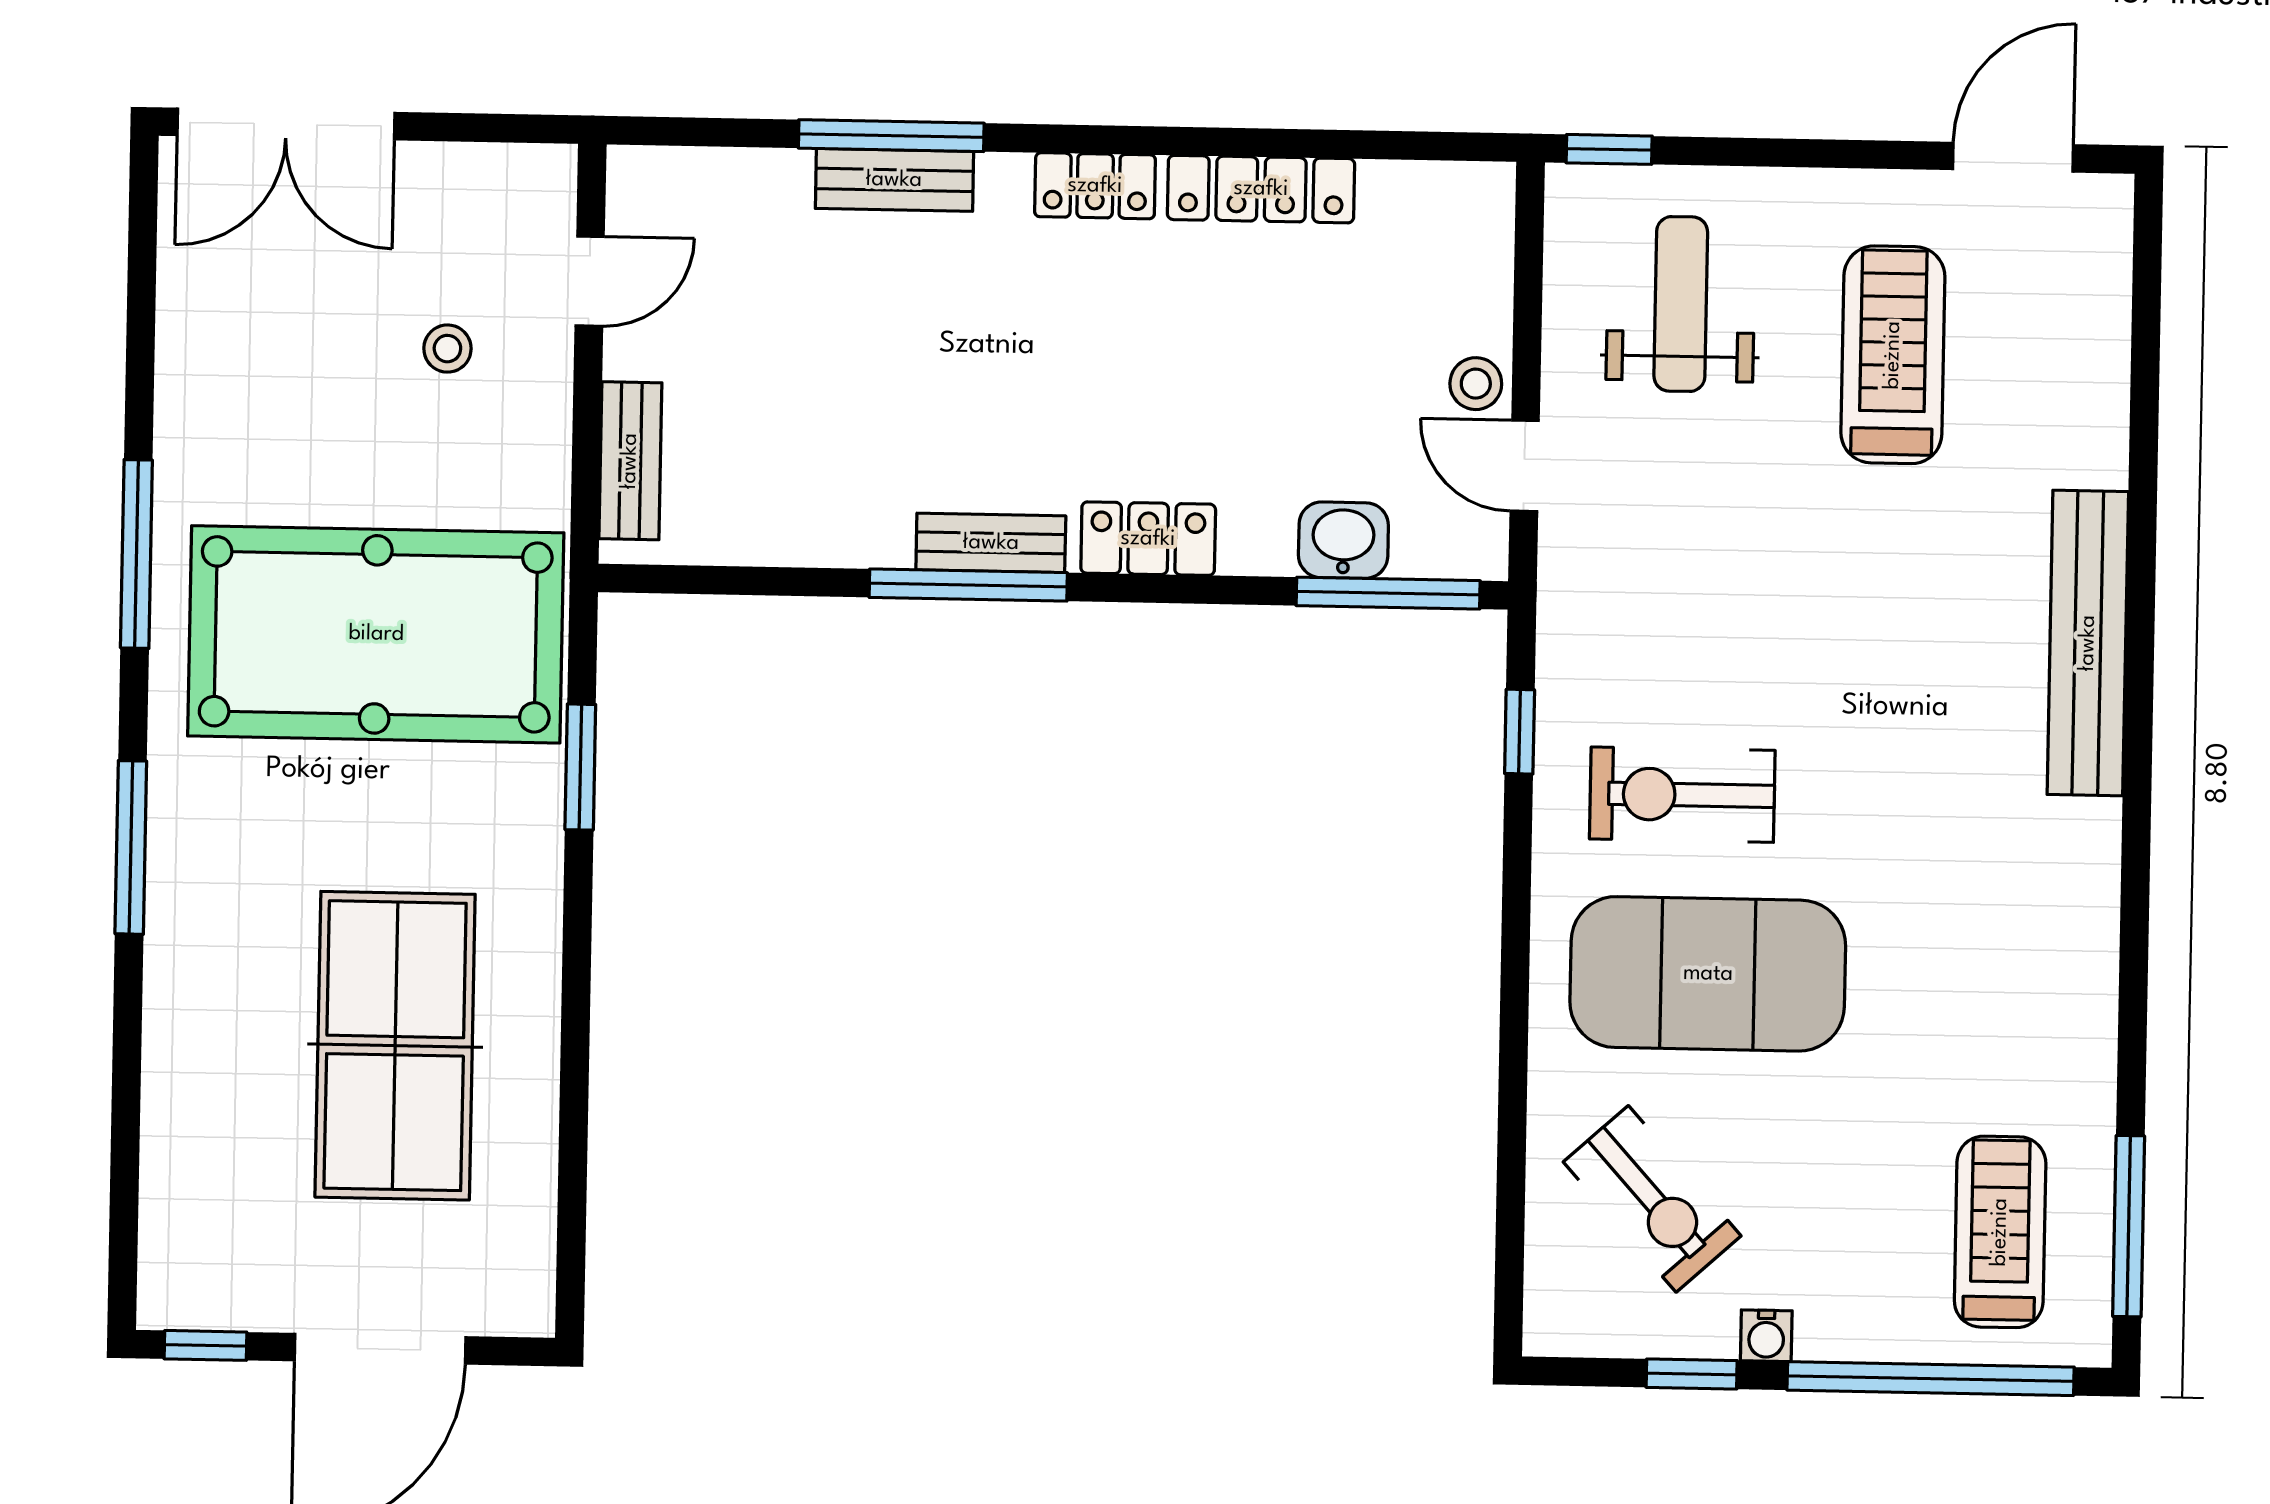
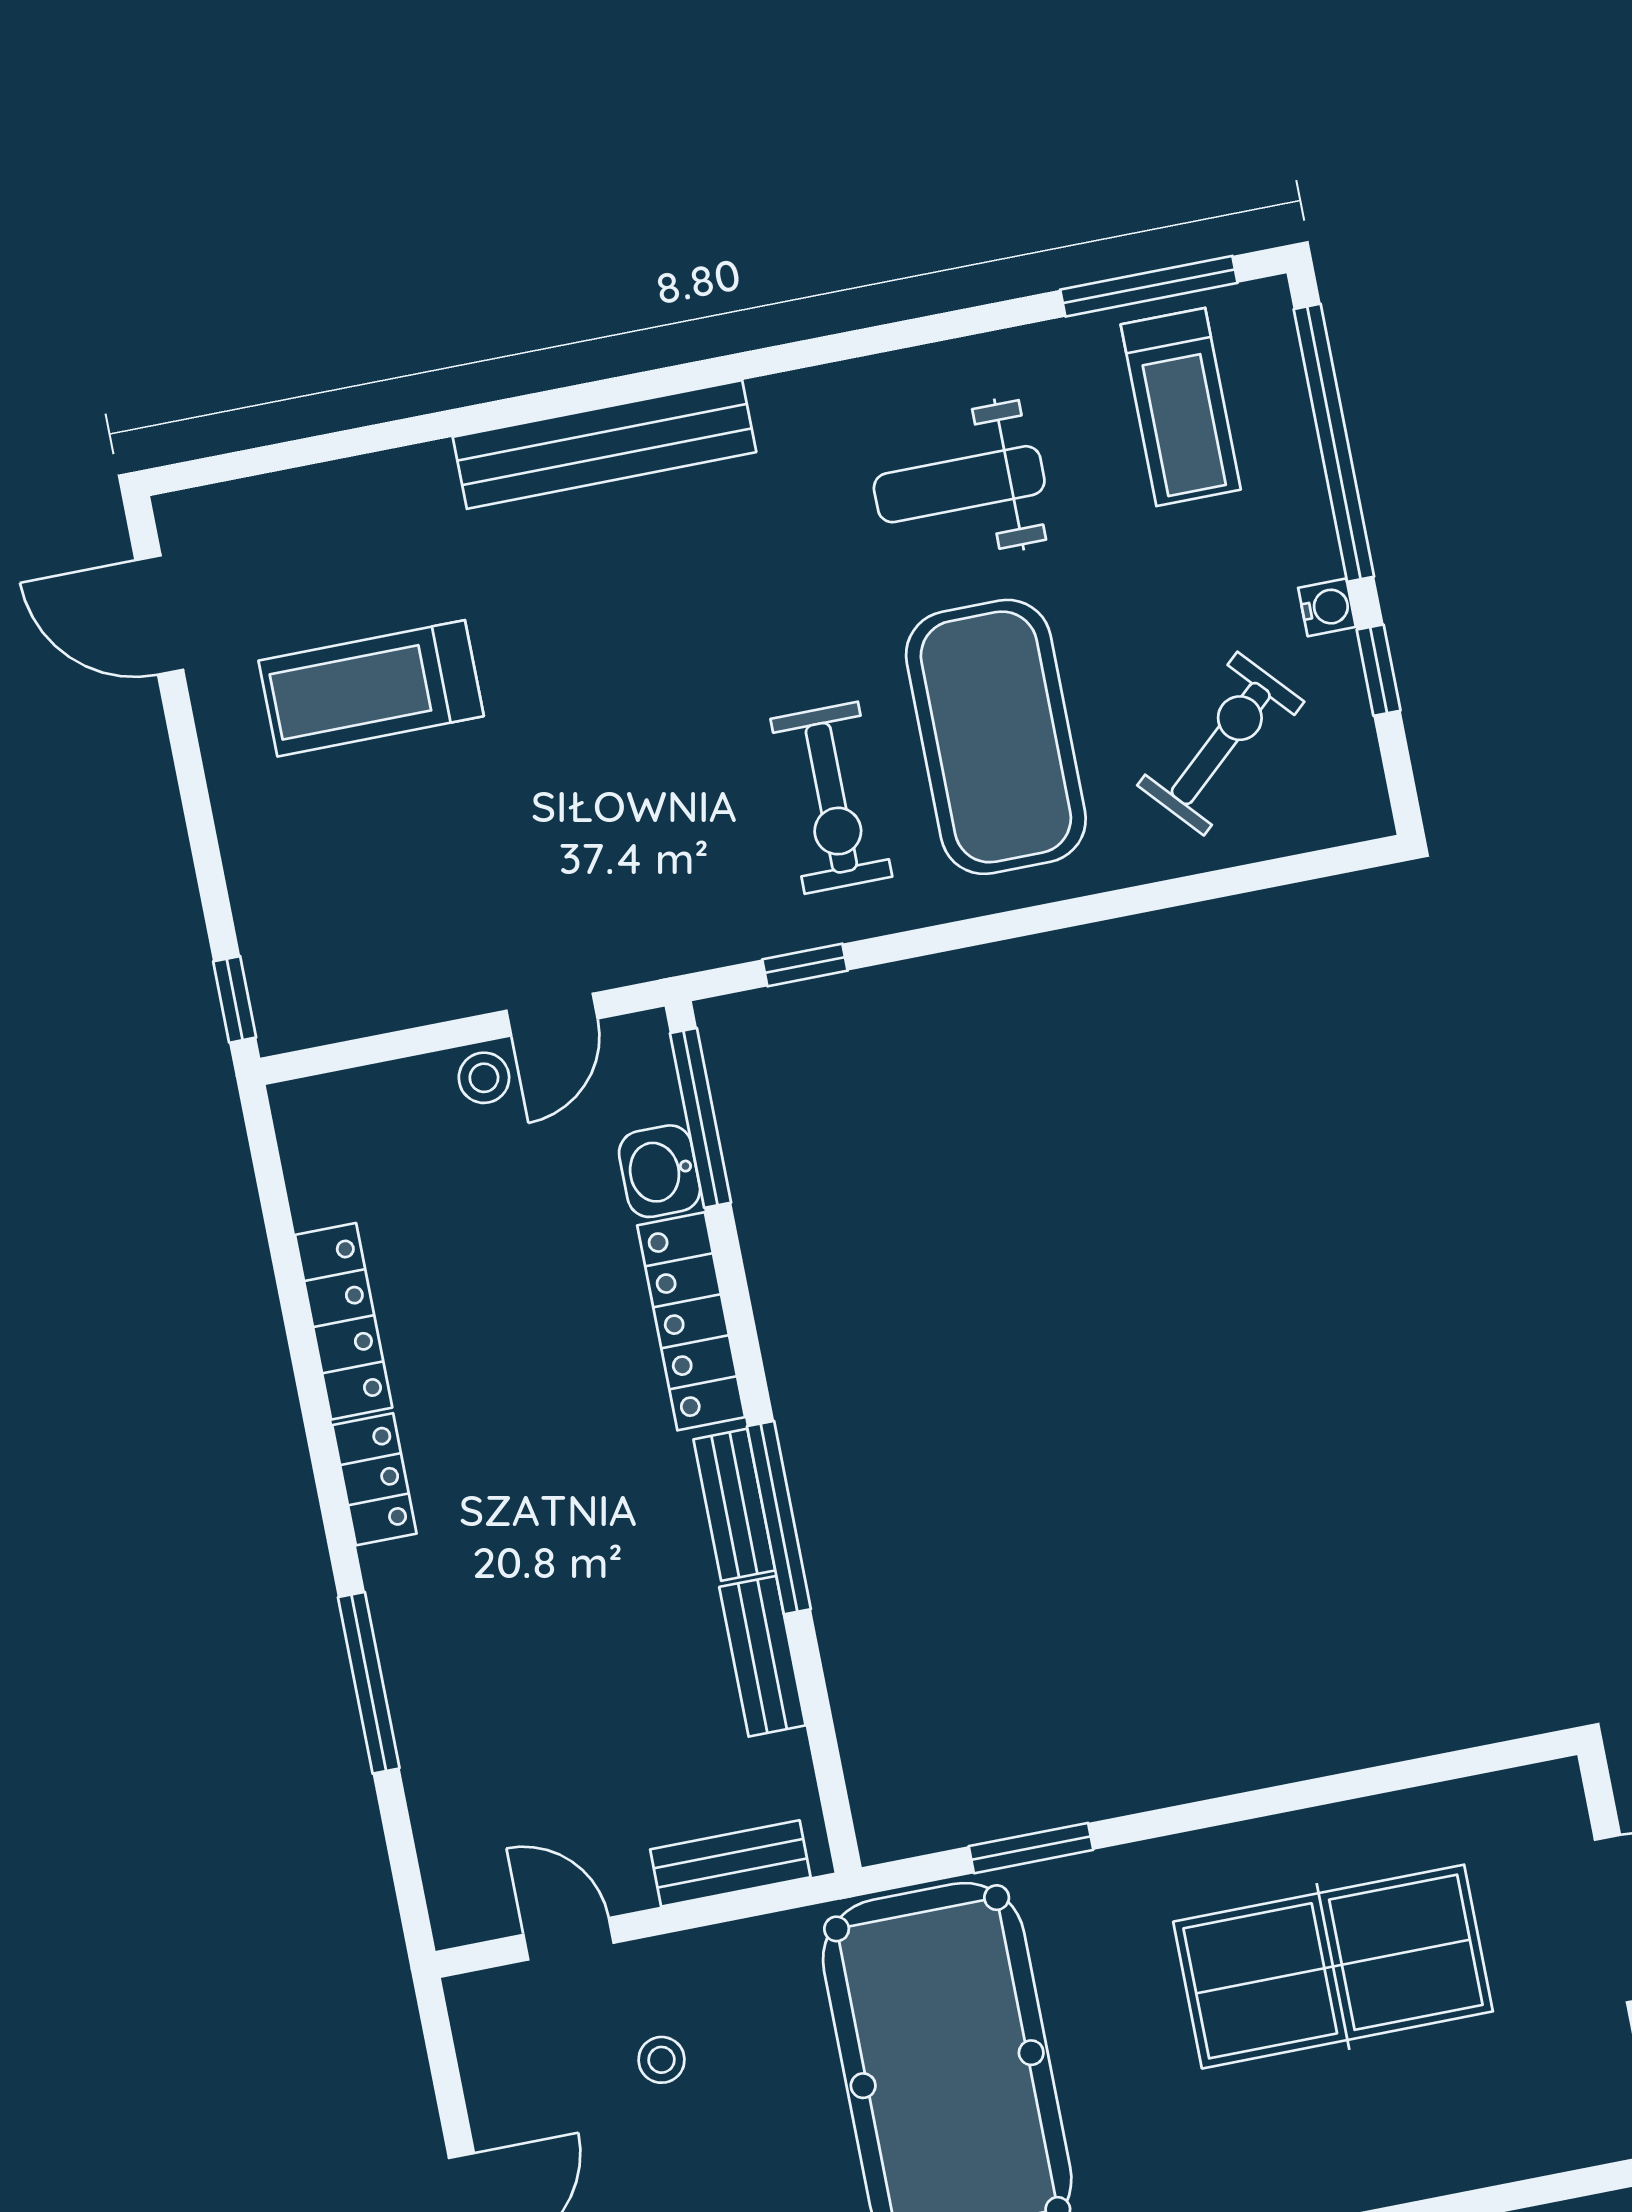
bench: (894, 180) -> (762, 1656), moved
weight bench: (1681, 304) -> (959, 484), moved
locker: (1148, 539) -> (691, 1321), width x1.53
treadmill: (2000, 1232) -> (1181, 407), turned -90

